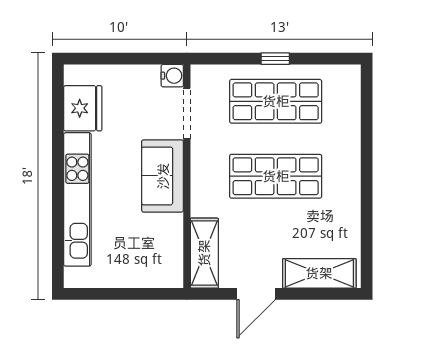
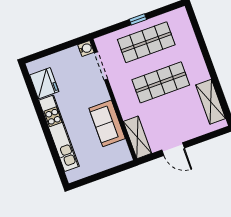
sofa: (163, 176) -> (107, 123), moved
shelving: (319, 273) -> (211, 102), moved, turned 90
door: (256, 294) -> (173, 149), hinge flipped

